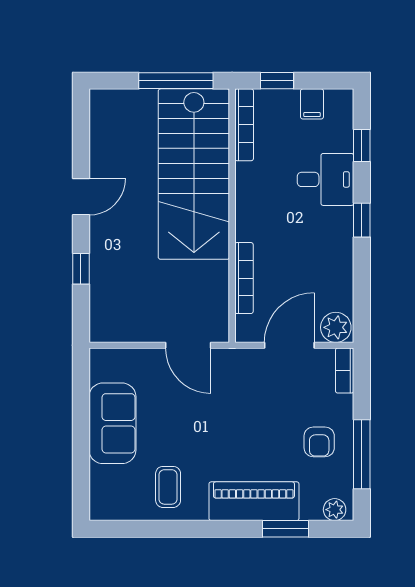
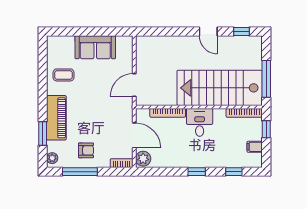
desk: (326, 179) -> (200, 122), moved, turned 180
window: (81, 269) -> (242, 31), moved
armchair: (319, 442) -> (86, 150), turned 180

